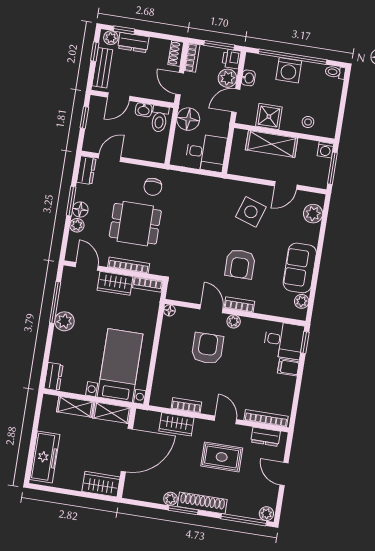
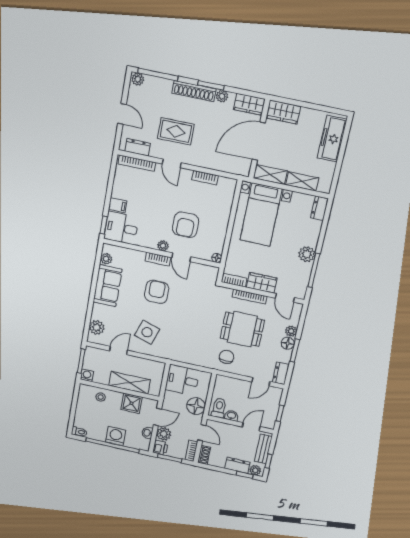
wardrobe: (176, 424) -> (249, 104), moved, turned 180

